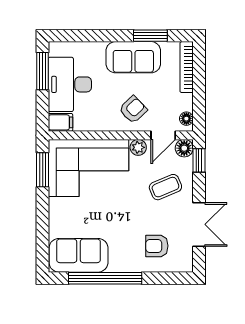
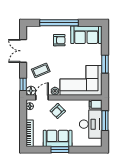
window: (150, 36) -> (60, 150), moved
window: (43, 71) -> (105, 121), moved
window: (43, 170) -> (105, 64), moved
armchair: (157, 246) -> (59, 40), moved
window: (105, 278) -> (59, 23), moved

